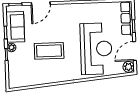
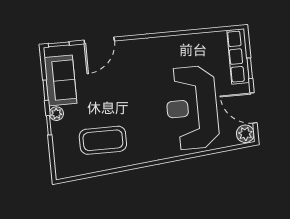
reception desk: (96, 49) -> (192, 108), turned 180
coffee table: (49, 51) -> (103, 140), moved
door: (135, 51) -> (253, 108), hinge flipped

